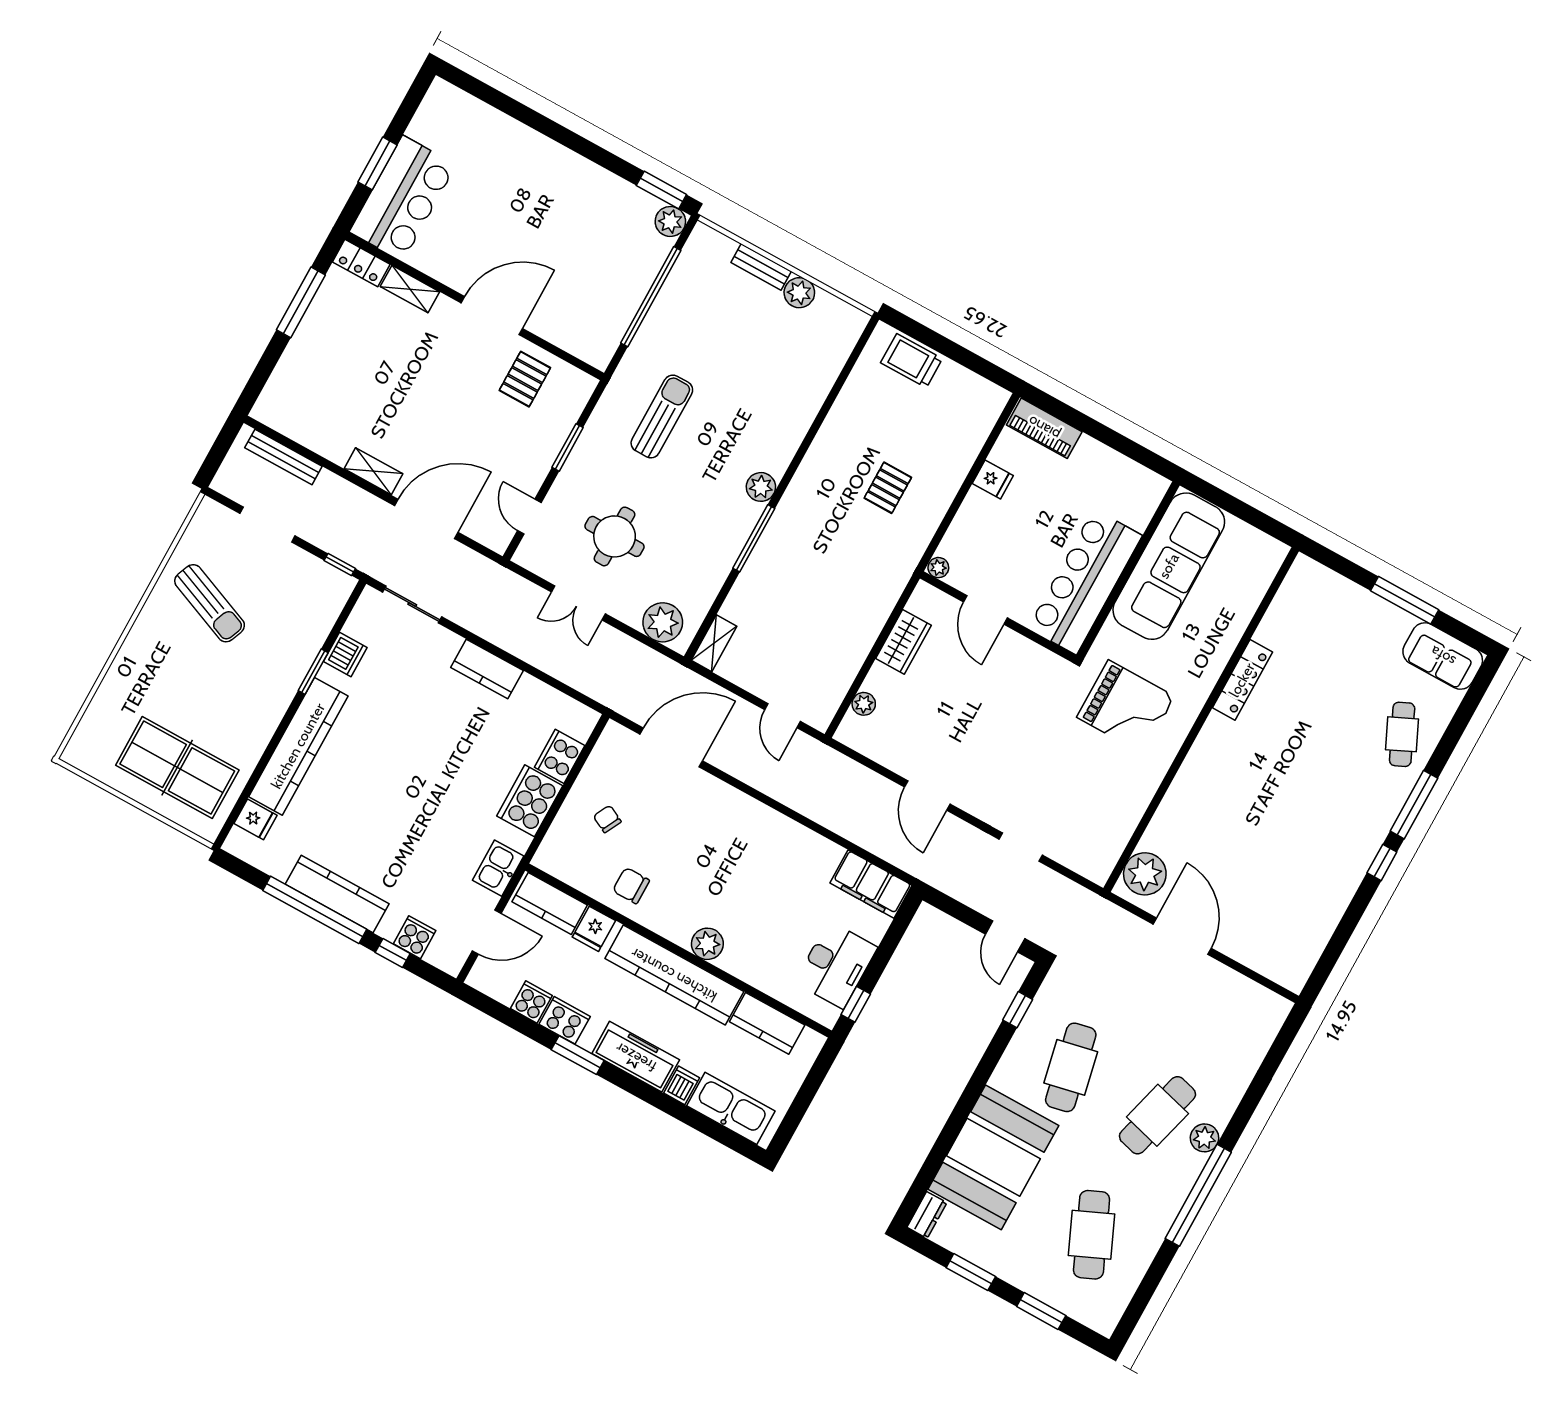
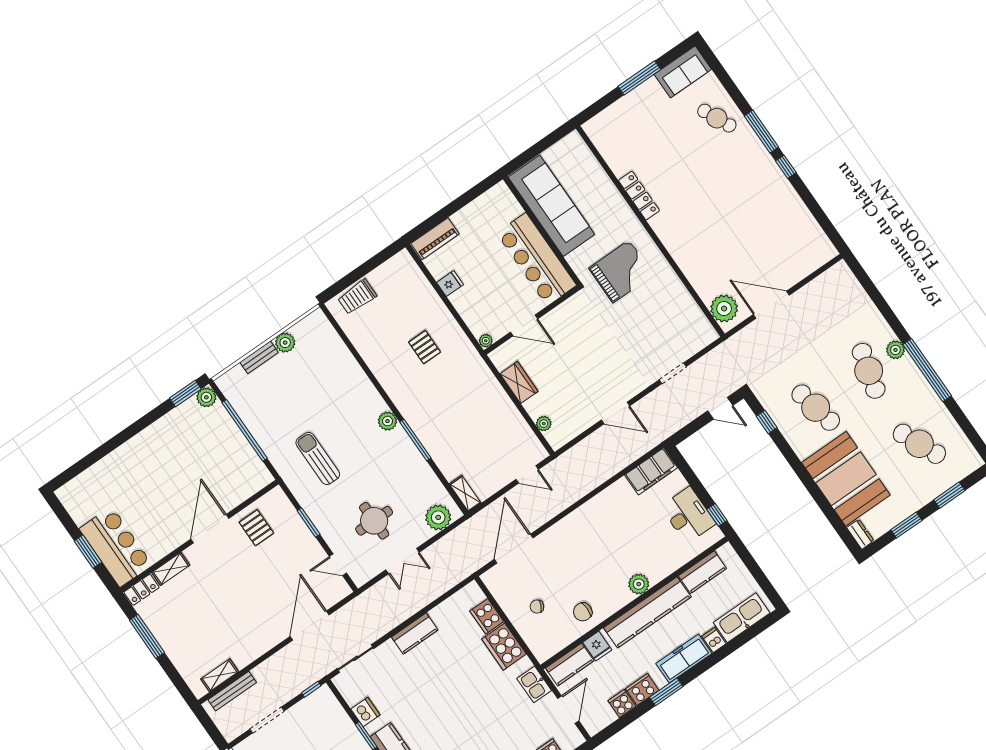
shelving: (373, 471) -> (220, 675), moved

